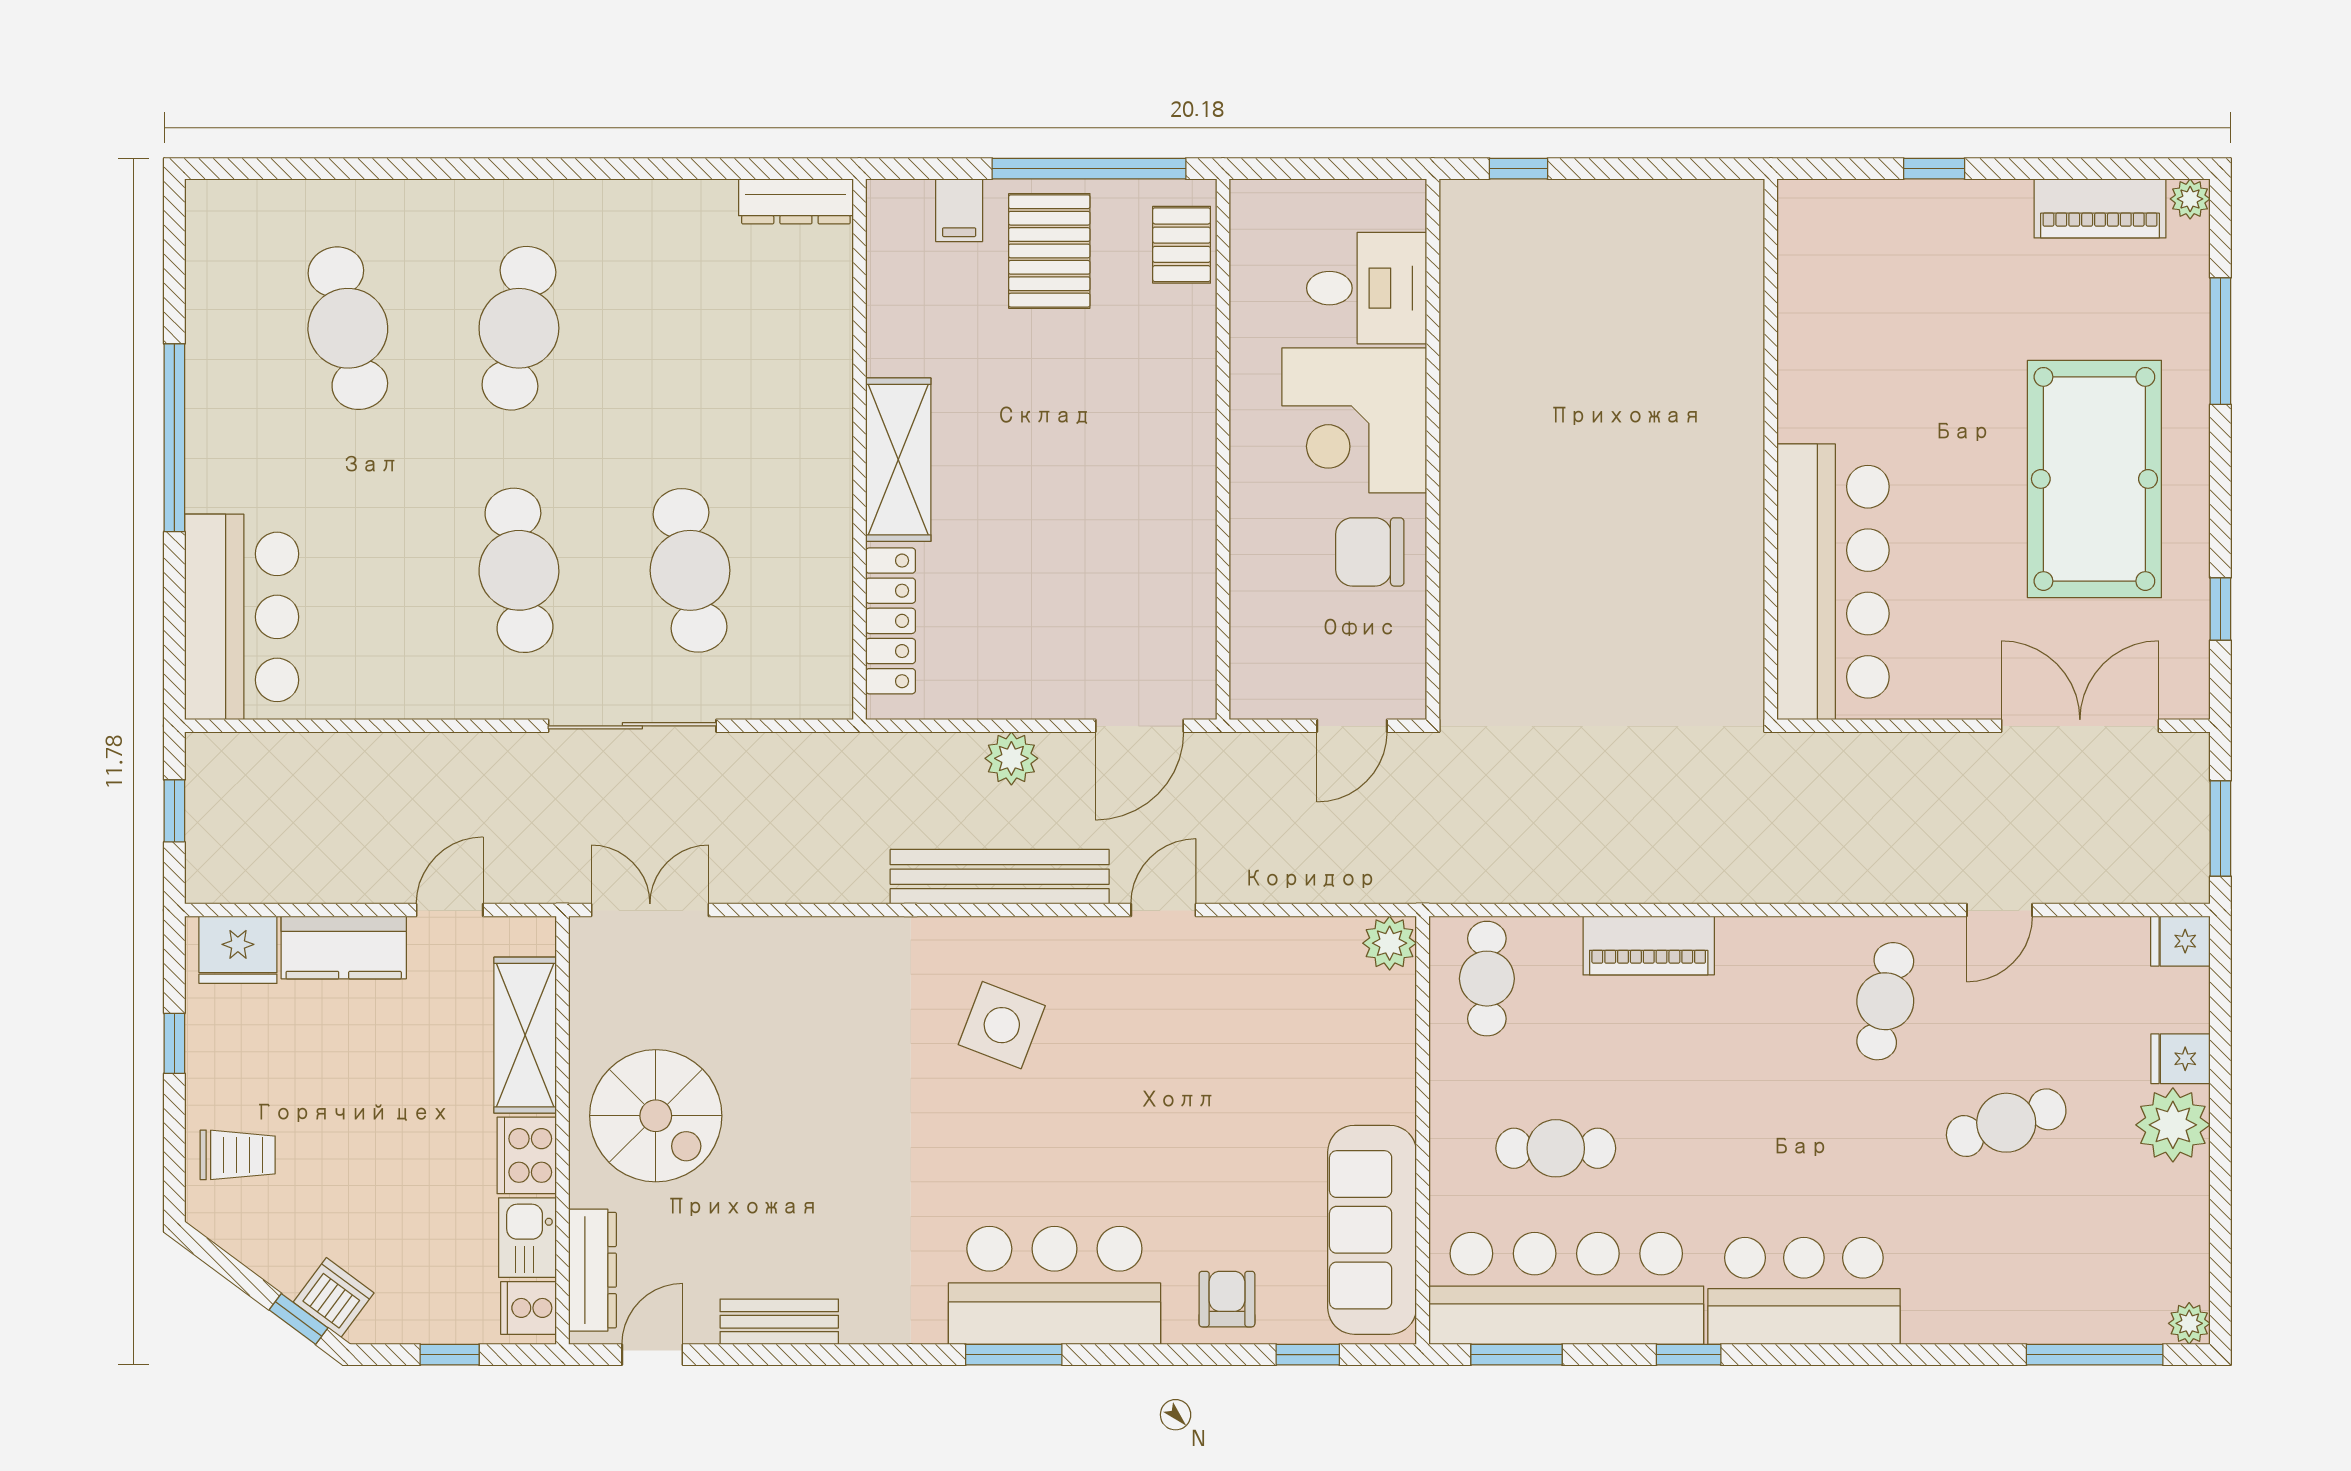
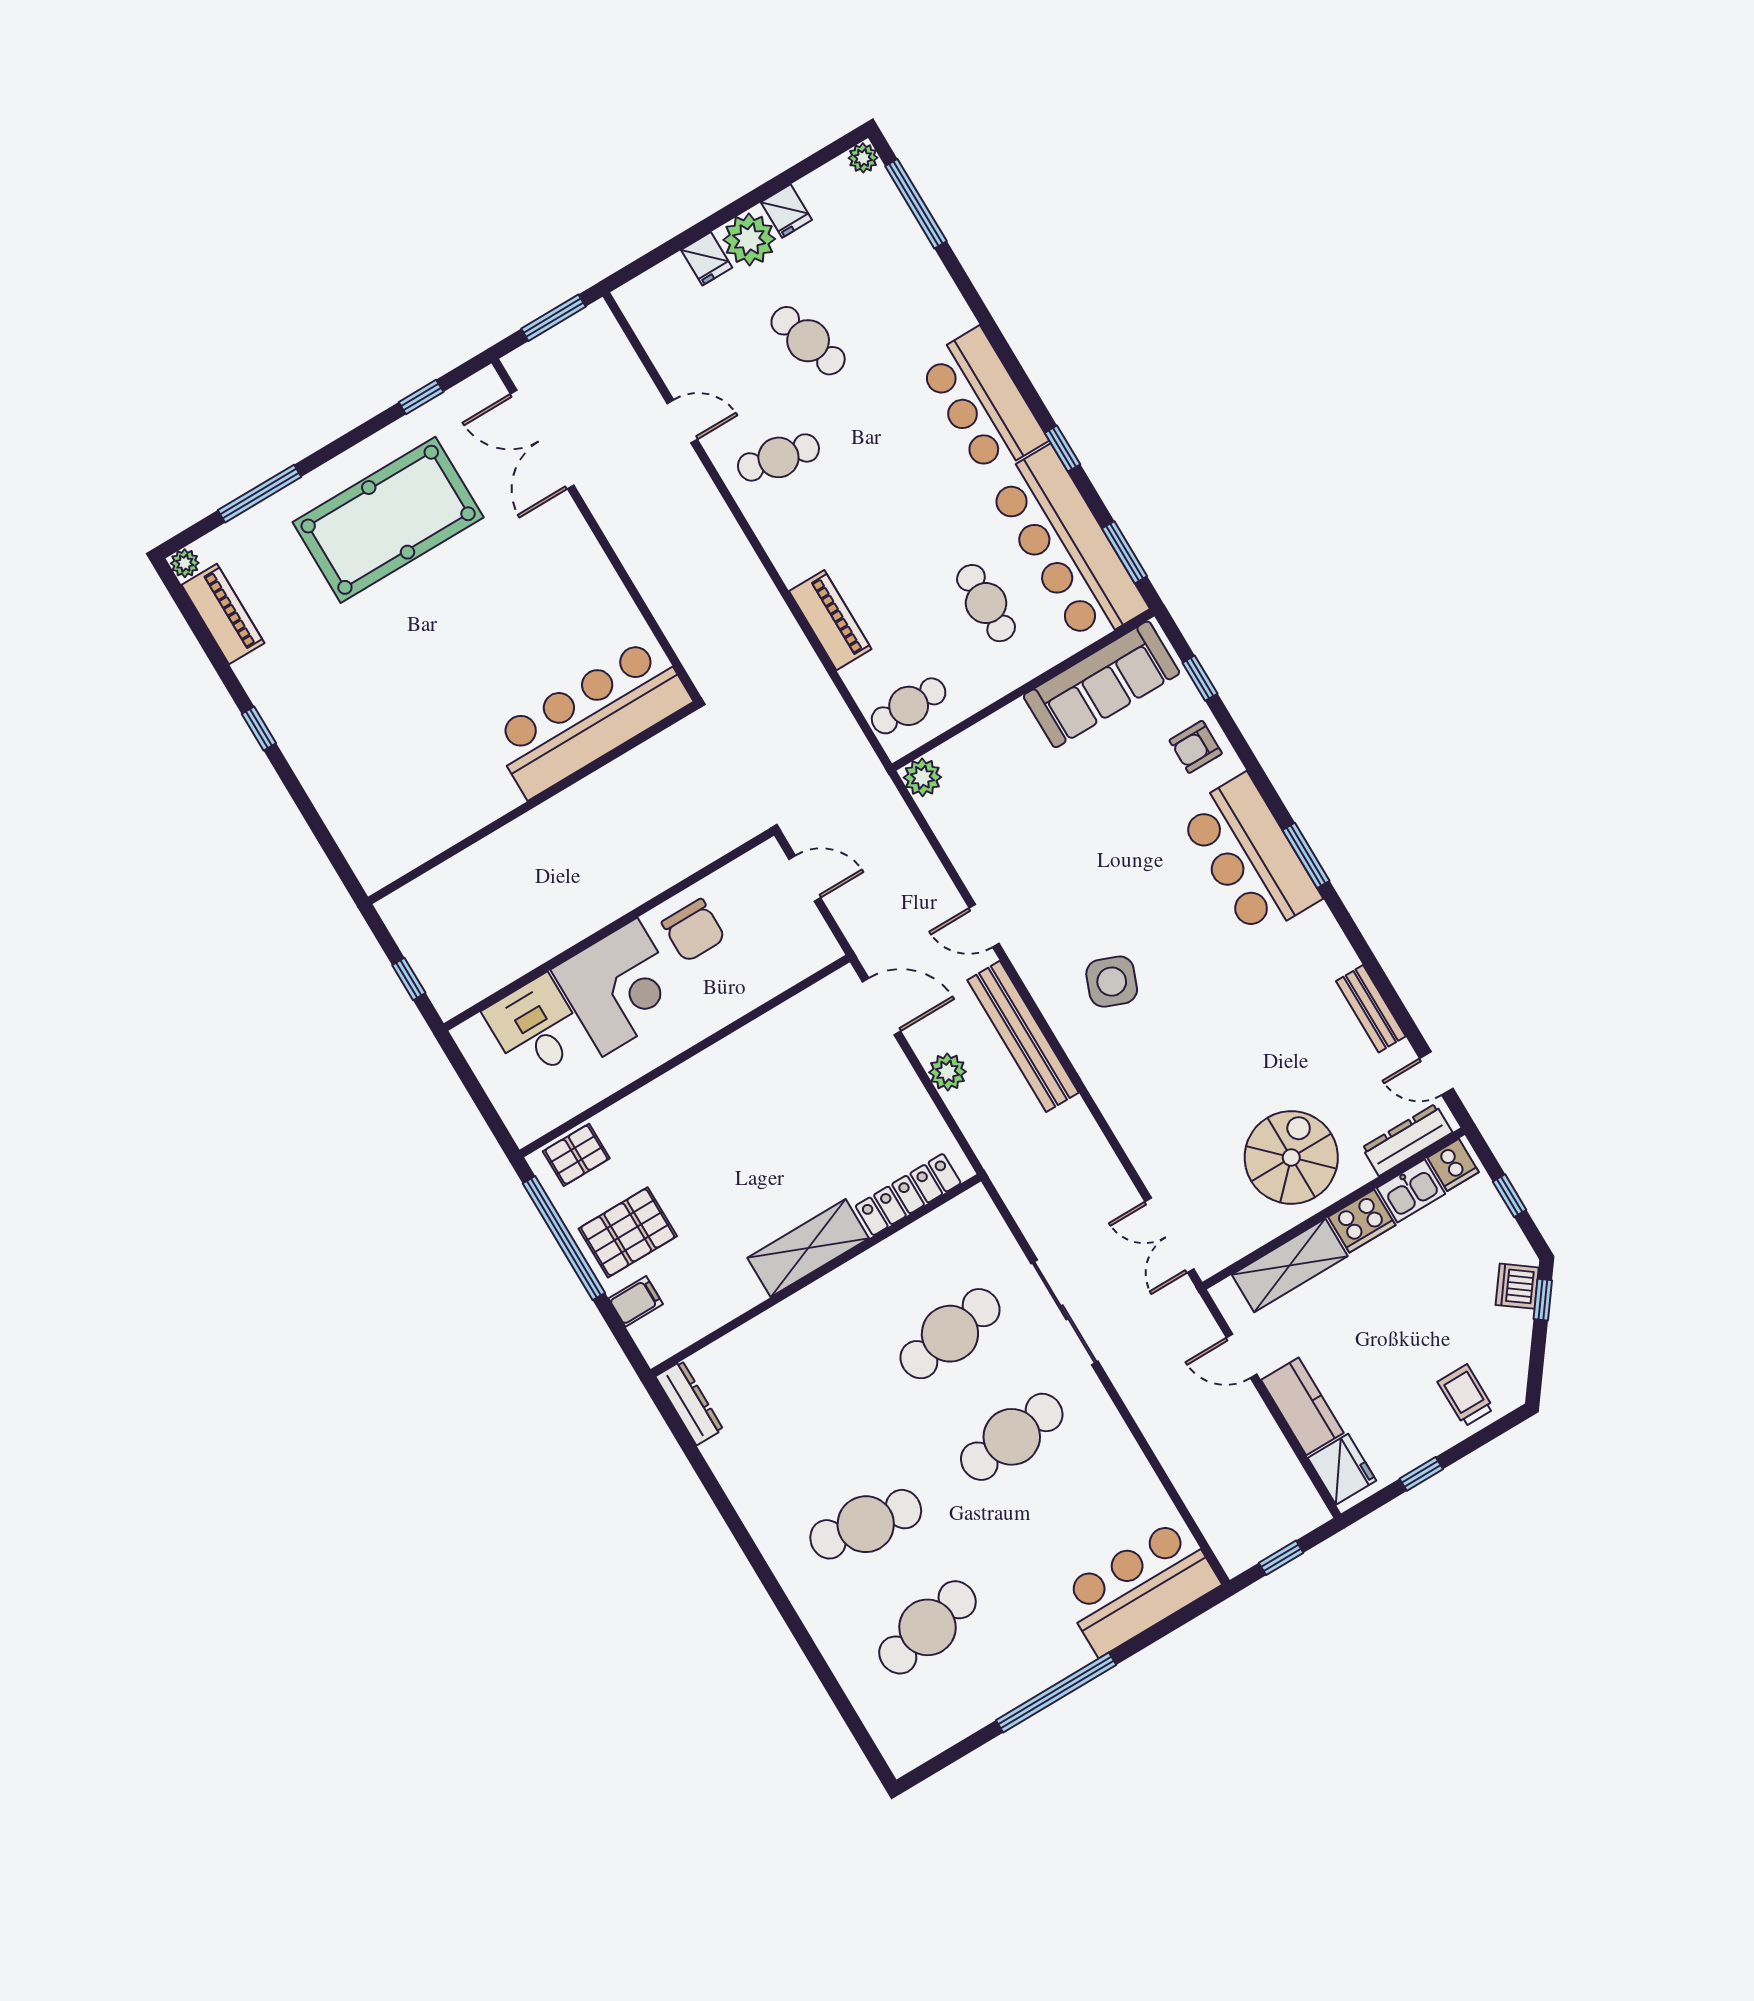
wall: (1771, 449) -> (533, 803), moved
bar counter: (1833, 582) -> (591, 717), moved
fridge: (2180, 941) -> (786, 211), moved

